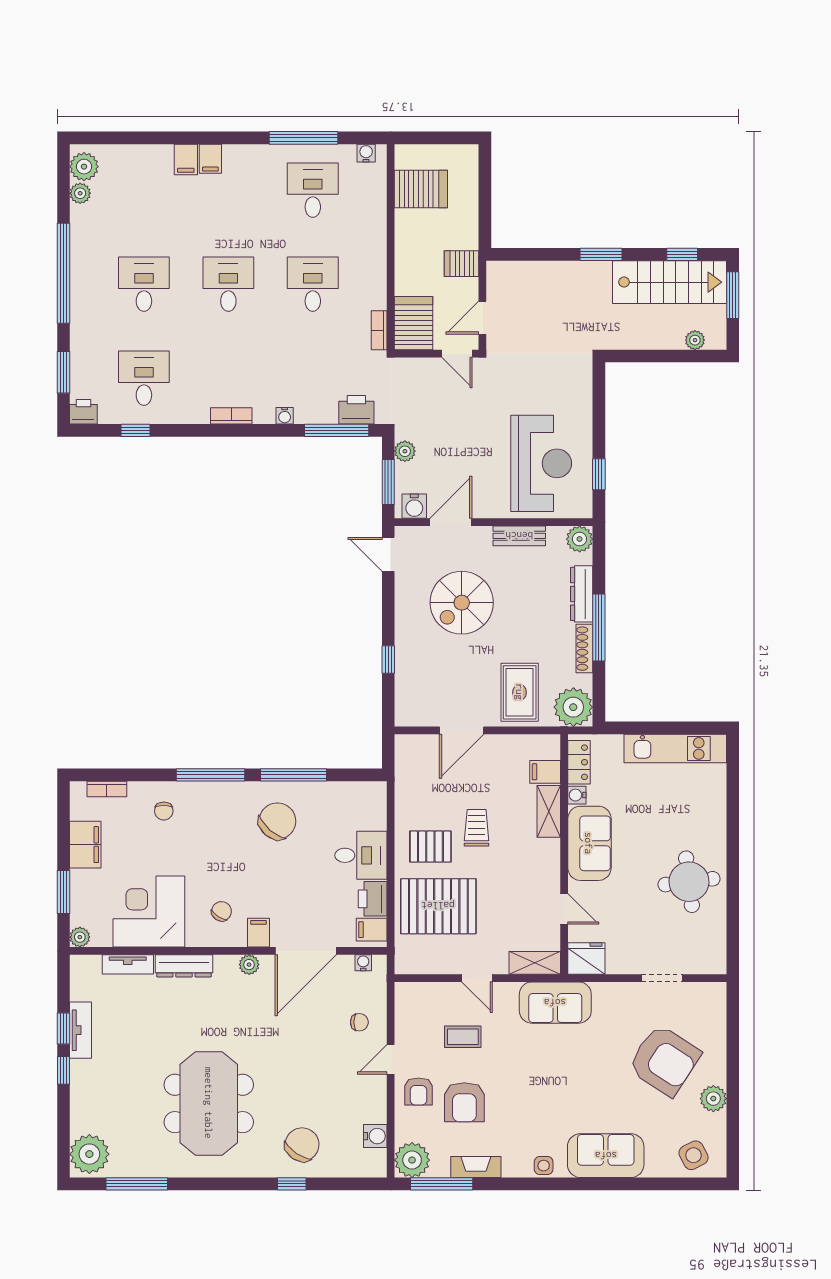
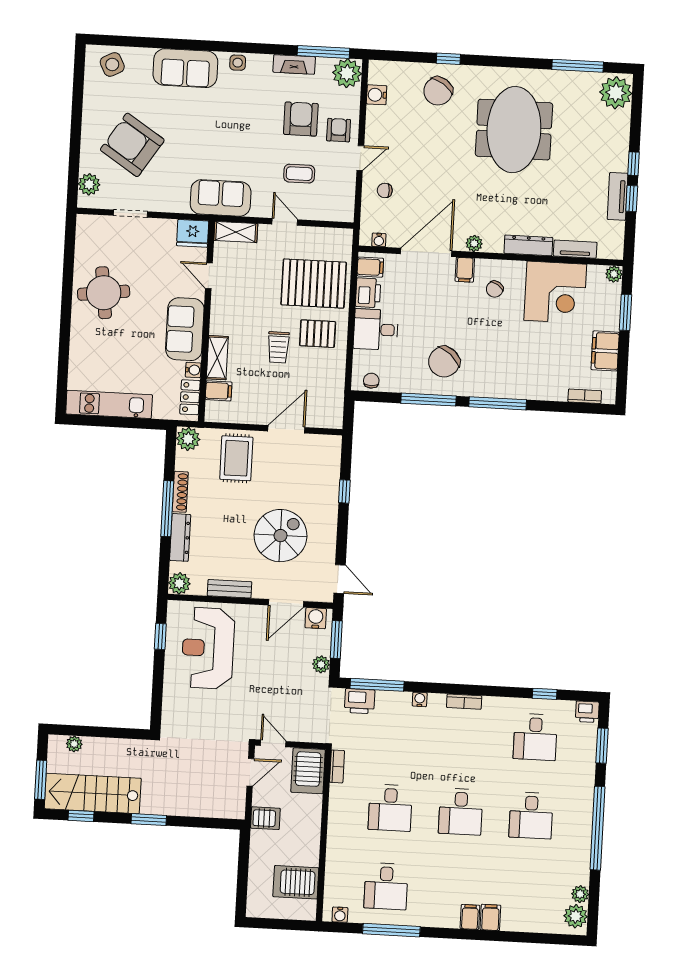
plant: (573, 707) -> (188, 439), width x0.73, depth x0.73
chair: (164, 811) -> (371, 381), moved
plant: (713, 1099) -> (89, 184), moved

